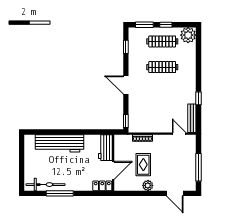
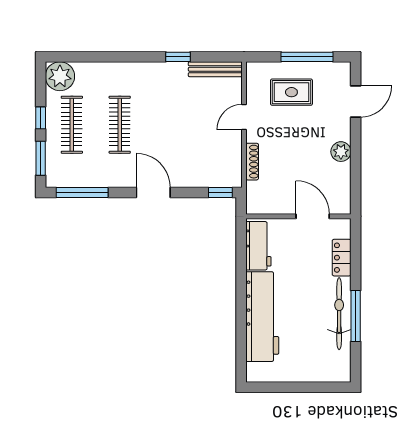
window: (126, 47) -> (82, 193), width x2.17
door: (126, 85) -> (153, 193), swing flipped
door: (179, 134) -> (244, 117), moved
workbench: (105, 148) -> (258, 246), moved, turned -90
rug: (143, 165) -> (291, 92), moved
bicycle: (46, 185) -> (339, 314), moved
locker: (102, 186) -> (342, 258), moved

